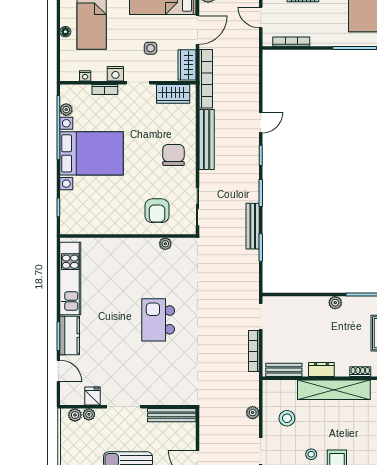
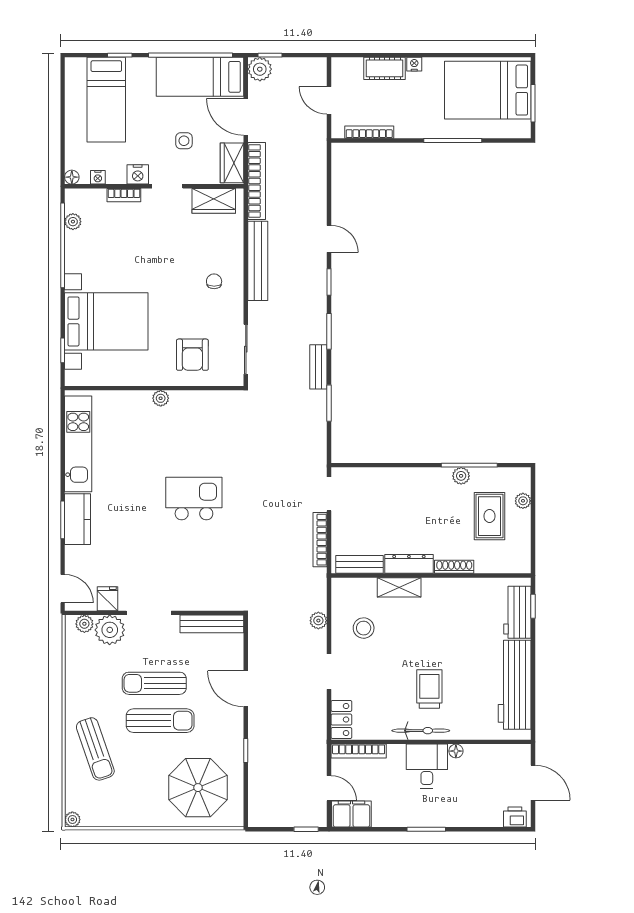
door: (197, 30) -> (246, 117), swing flipped
floor lamp: (65, 32) -> (72, 177), moved
door: (261, 123) -> (329, 239), hinge flipped
bed with nightstands: (92, 153) -> (106, 321), moved
chair: (173, 155) -> (214, 281), width x0.54, depth x0.54
bench: (253, 226) -> (318, 367), width x0.73
plant: (165, 244) -> (161, 398), moved
plant: (335, 303) -> (461, 476), moved
kitchen island: (158, 320) -> (194, 499), turned 90
dresser: (321, 370) -> (409, 564), width x1.44
door: (58, 371) -> (63, 589), moved
shoe rack: (360, 372) -> (454, 567), width x1.43
shelving: (334, 390) -> (399, 587), width x0.45, depth x0.75
plant: (89, 414) -> (110, 630), width x1.88, depth x1.88
stool: (311, 454) -> (395, 675), removed

